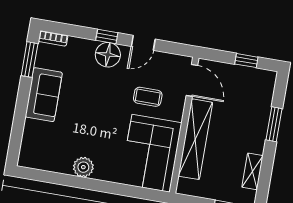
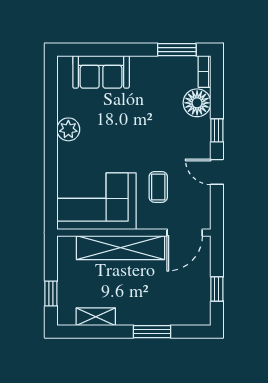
floor lamp: (108, 55) -> (197, 103), moved
sofa: (44, 95) -> (101, 72), moved

